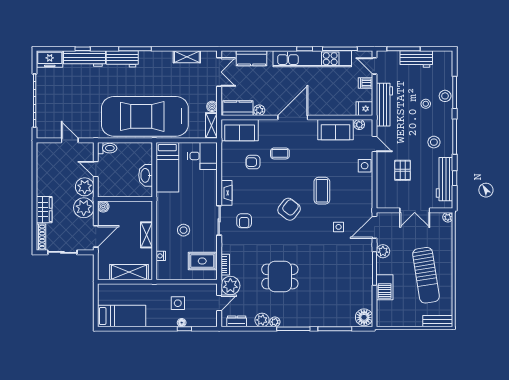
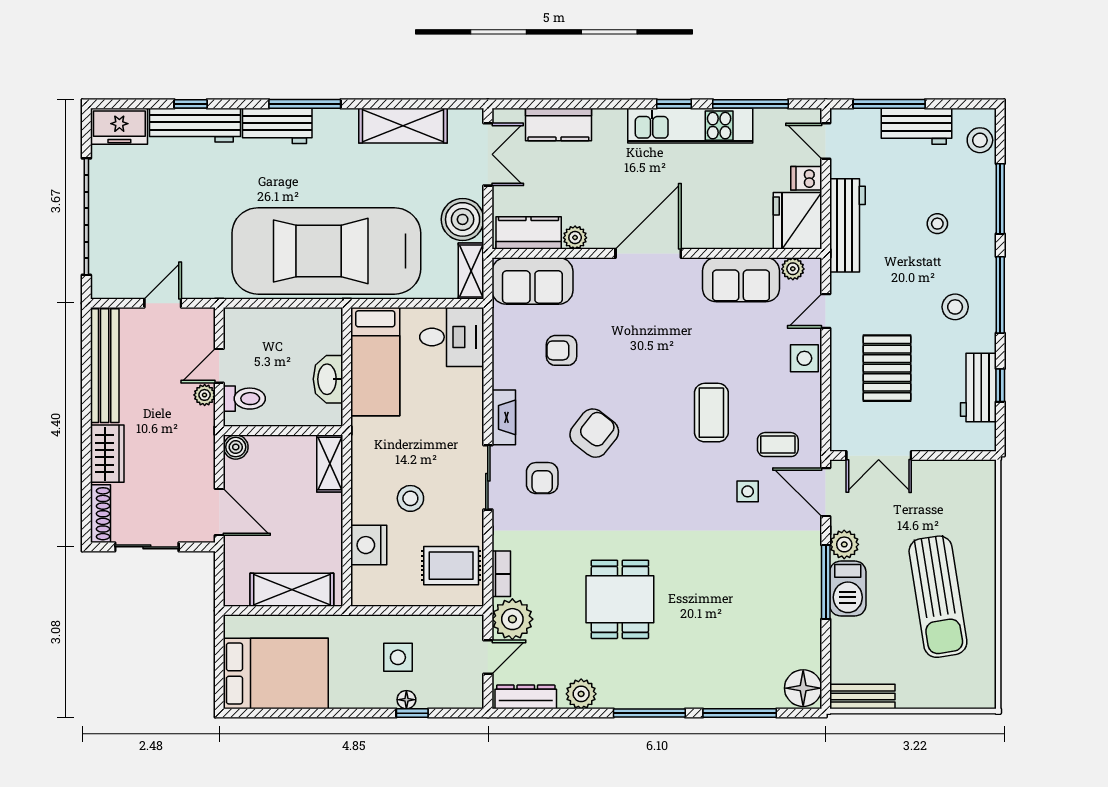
shelving: (187, 57) -> (403, 126), width x1.50, depth x1.33
kitchen unit: (312, 59) -> (690, 126), width x0.73
stool: (445, 96) -> (980, 140), moved
boiler: (212, 106) -> (463, 219), width x1.86, depth x1.86
fridge: (364, 109) -> (798, 221), width x1.88, depth x1.34
door: (70, 140) -> (163, 303), hinge flipped
door: (374, 144) -> (826, 311), swing flipped
toilet: (107, 148) -> (244, 399), moved
coffee table: (280, 153) -> (778, 445), moved
bench: (43, 169) -> (105, 366), added
door: (96, 169) -> (219, 366), hinge flipped
pallet: (403, 170) -> (887, 368), width x1.50, depth x1.42
workbench: (445, 179) -> (978, 387), width x0.73
plant: (85, 187) -> (205, 395), width x0.53, depth x0.53
plant: (84, 208) -> (193, 450), removed
armchair: (289, 209) -> (594, 433), moved
double door: (415, 210) -> (879, 456), moved
plant: (448, 217) -> (985, 470), removed
door: (374, 227) -> (826, 492), hinge flipped
shelving: (146, 235) -> (330, 464), moved
door: (96, 236) -> (219, 512), hinge flipped
nightstand: (161, 256) -> (369, 545), width x1.89, depth x1.79
dining table: (280, 276) -> (620, 599), turned 90
barbecue: (385, 287) -> (848, 589), moved
bed: (122, 316) -> (276, 674), width x1.50
dresser: (237, 321) -> (526, 697), width x1.44
bench: (438, 321) -> (862, 696), moved
plant: (275, 322) -> (609, 698), removed

